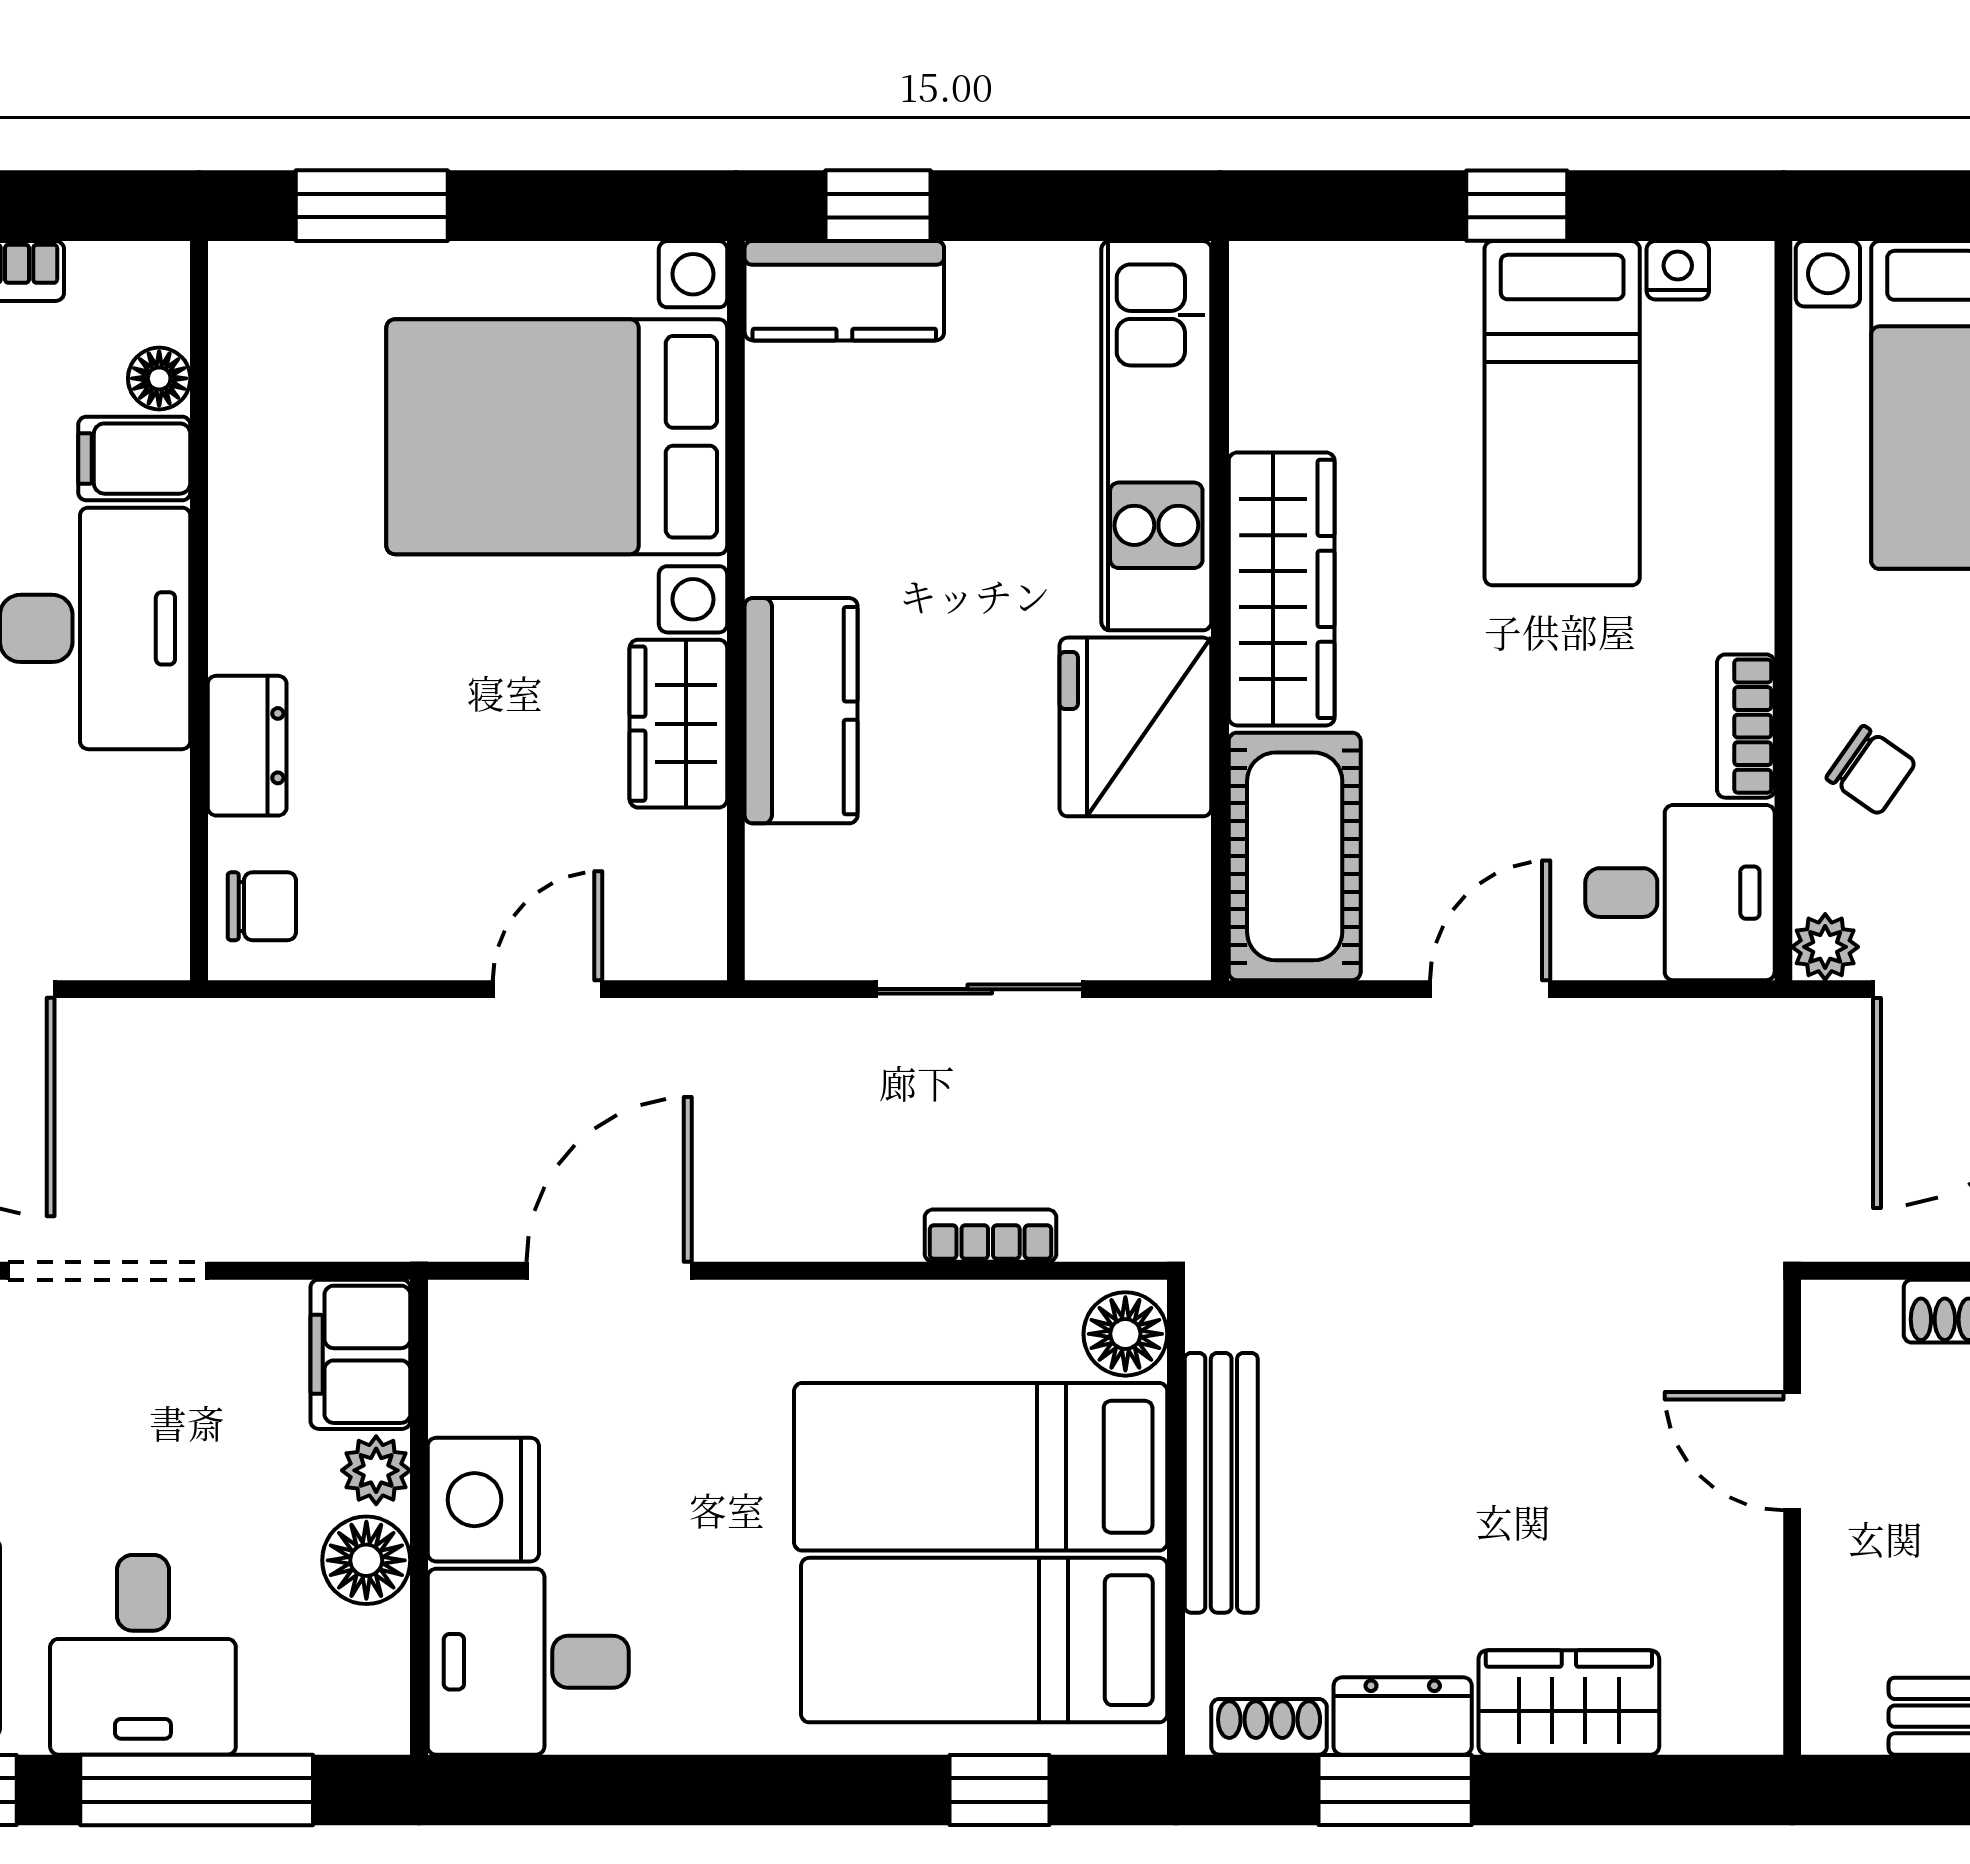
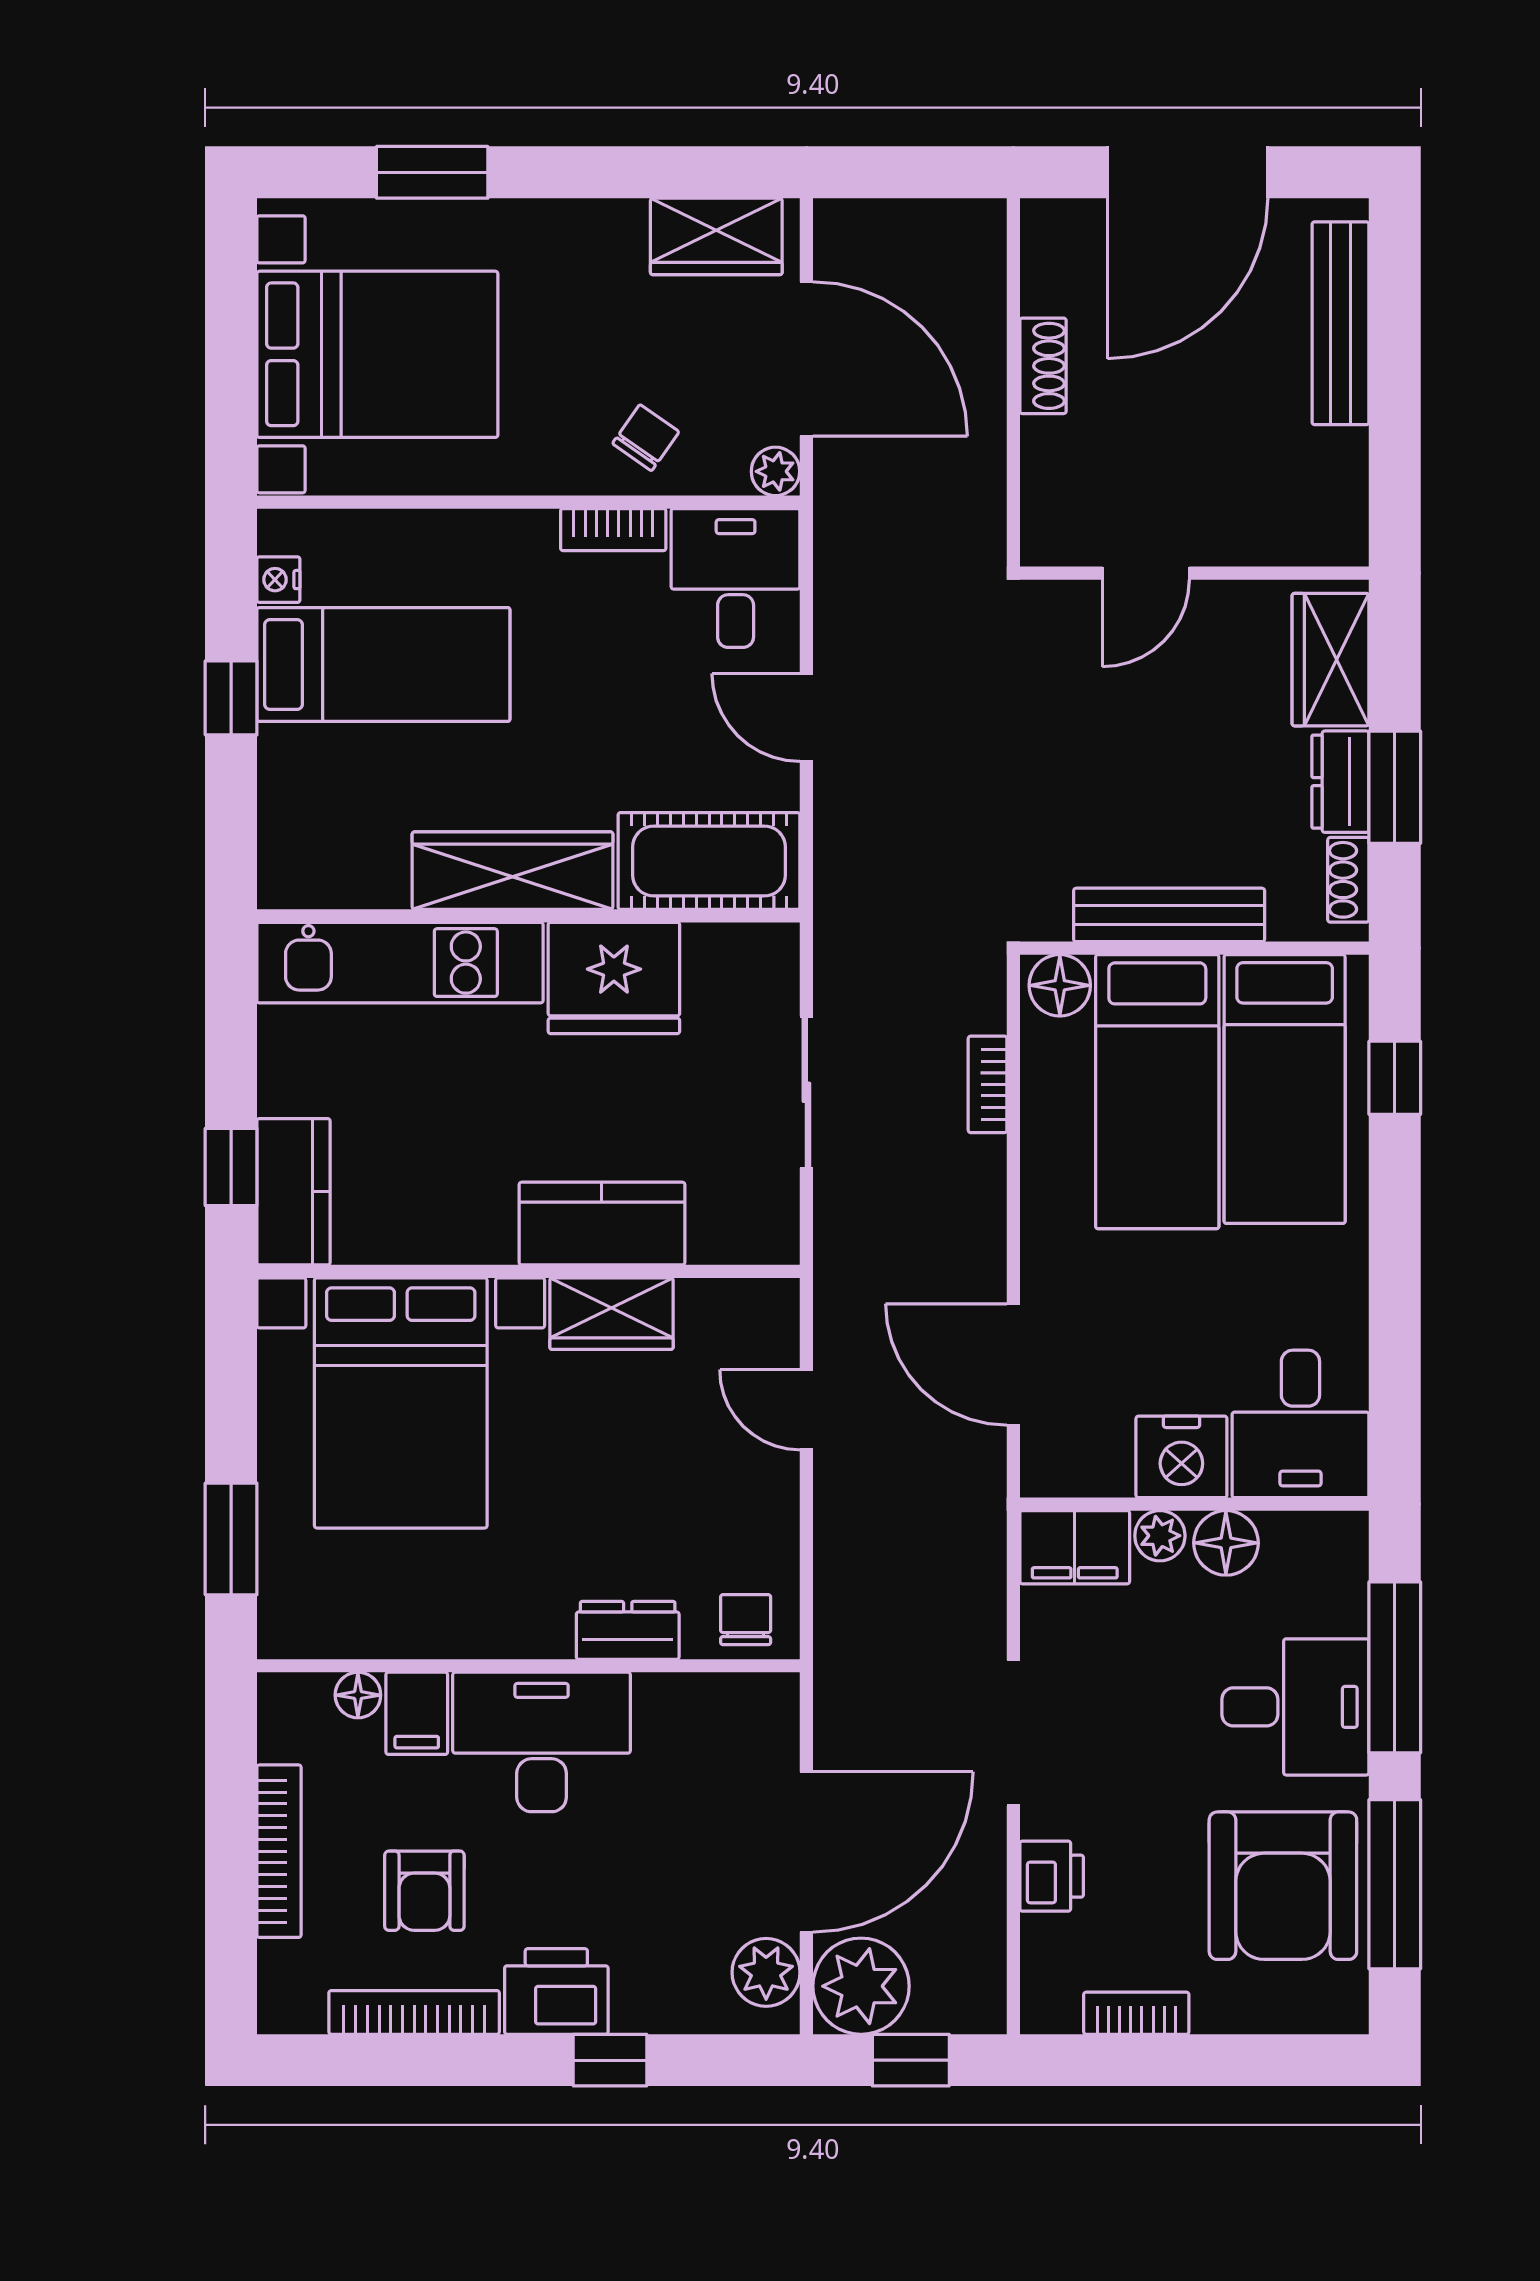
door: (1792, 1451) -> (1146, 573), moved
wall: (1792, 1517) -> (1194, 573), moved

